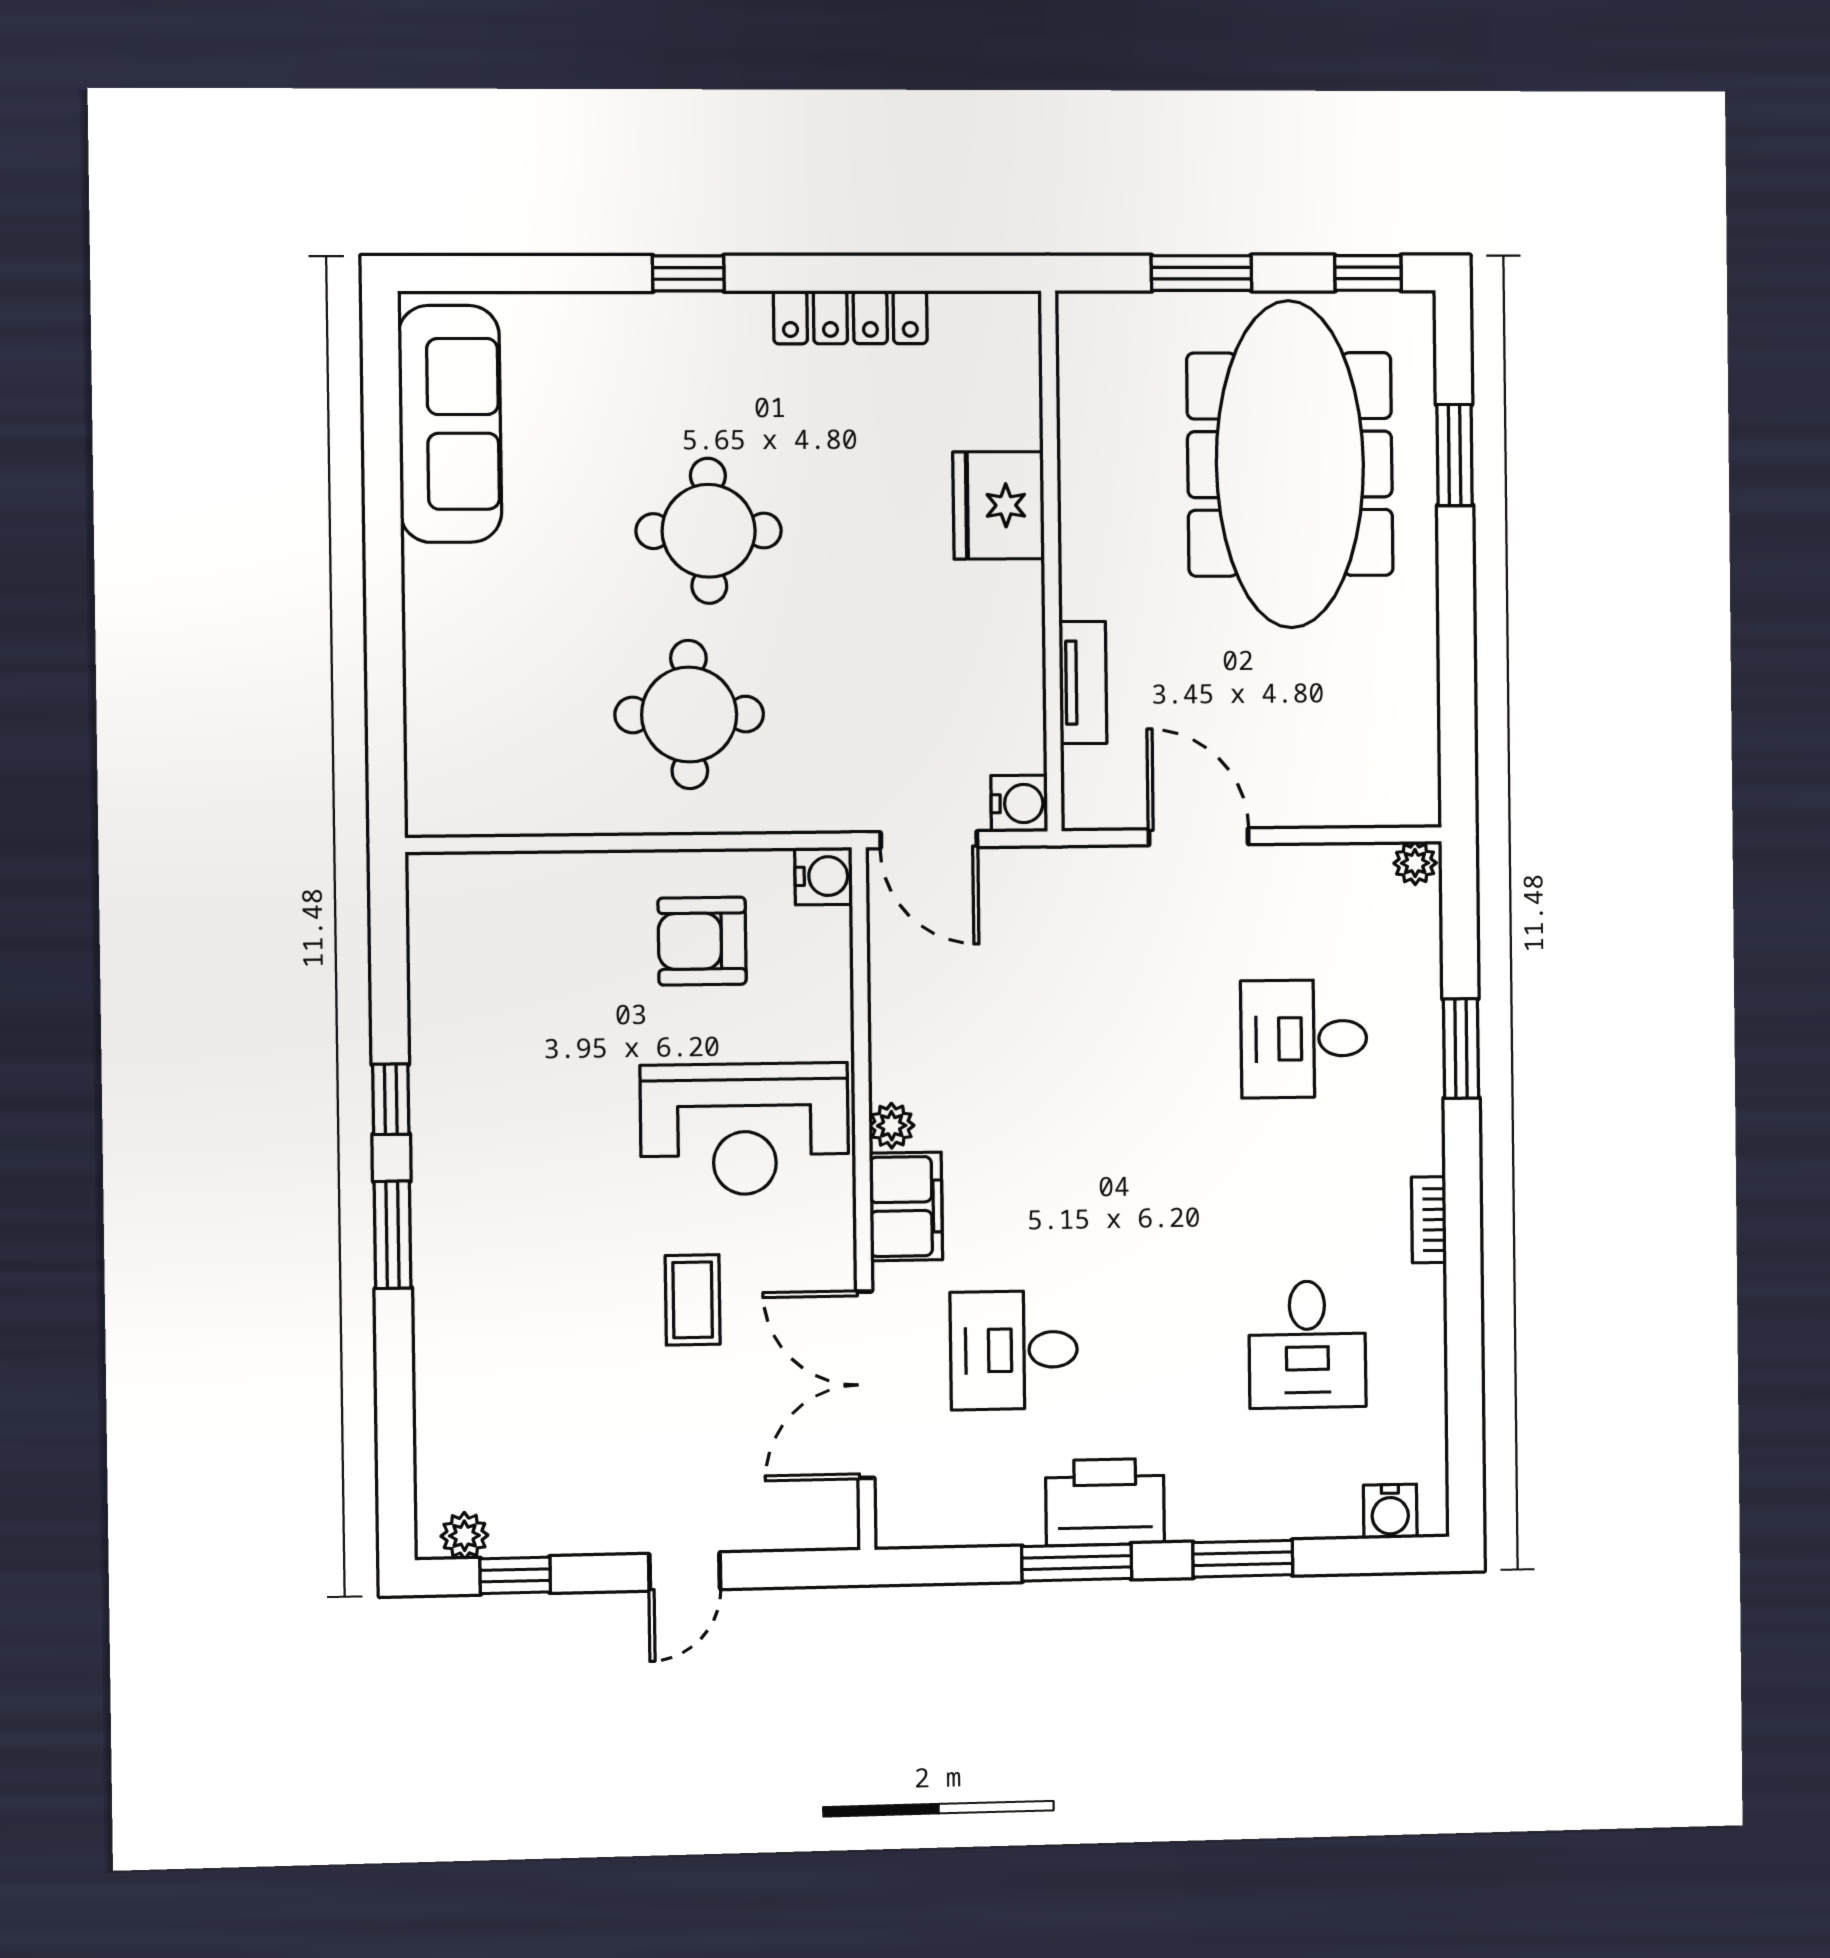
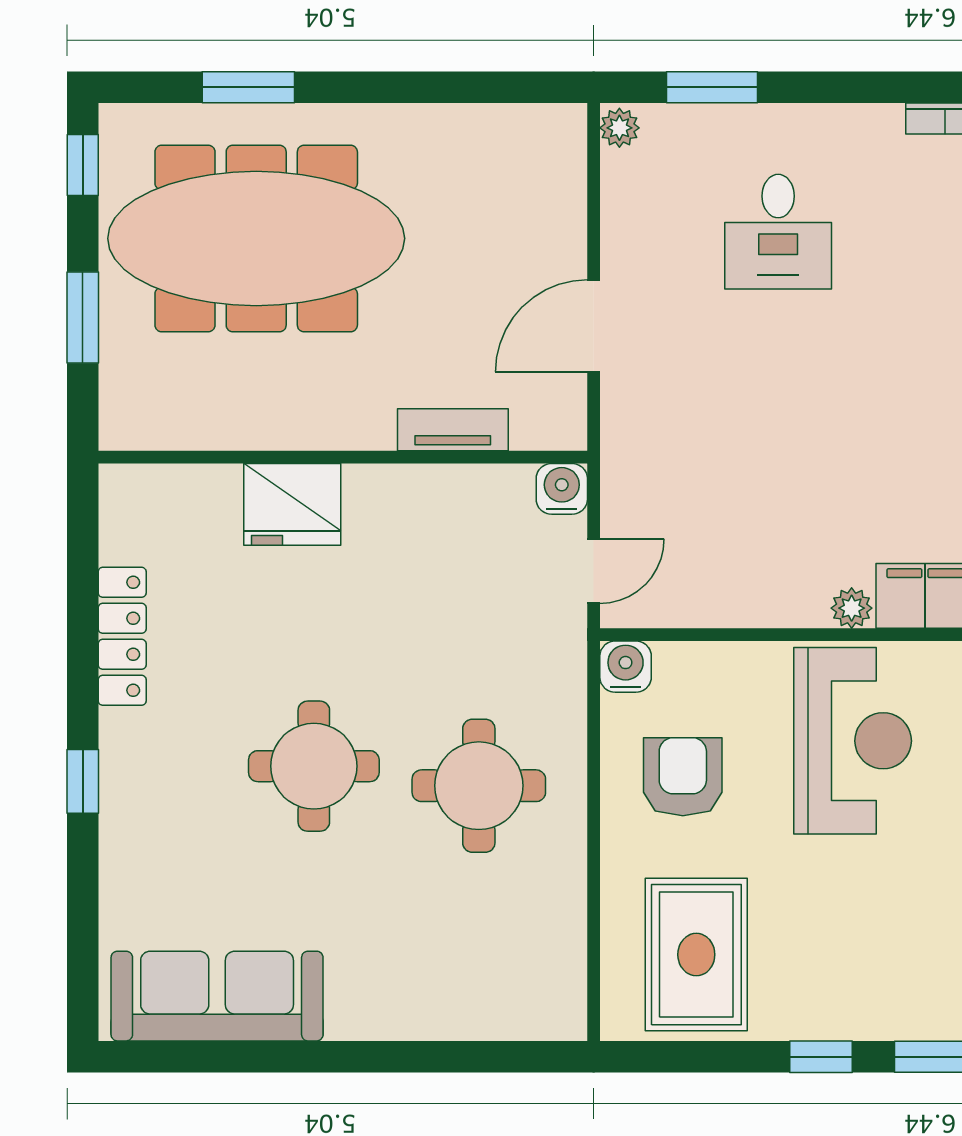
door: (929, 840) -> (594, 571), width x0.73
armchair: (702, 941) -> (683, 777), turned 180
rug: (504, 959) -> (696, 955), added
window: (1461, 1048) -> (712, 87), moved

